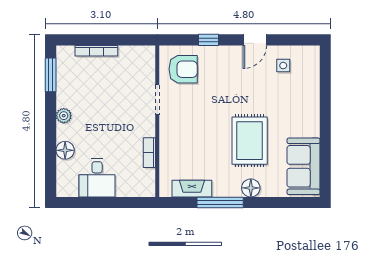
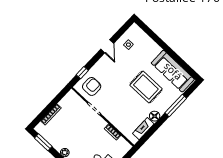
window: (208, 40) -> (82, 73), moved
sofa: (303, 166) -> (173, 71), width x1.36
floor lamp: (251, 188) -> (155, 116), moved
window: (220, 202) -> (176, 105), moved

